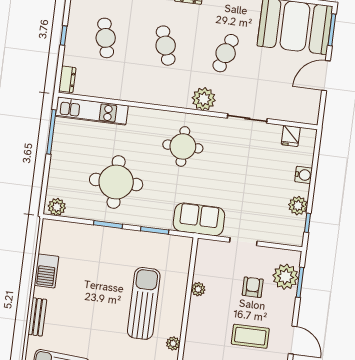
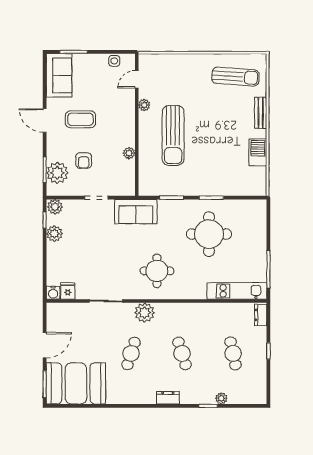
water cooler: (303, 175) -> (53, 293), moved, turned -90
plant: (57, 207) -> (55, 207), moved

